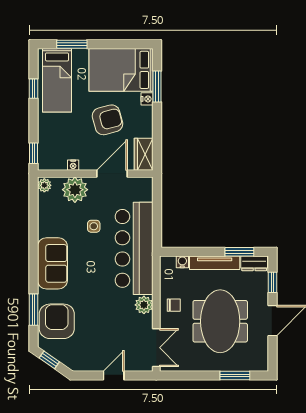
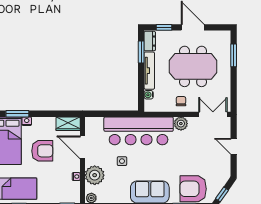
armchair: (107, 120) -> (42, 151), turned 105

